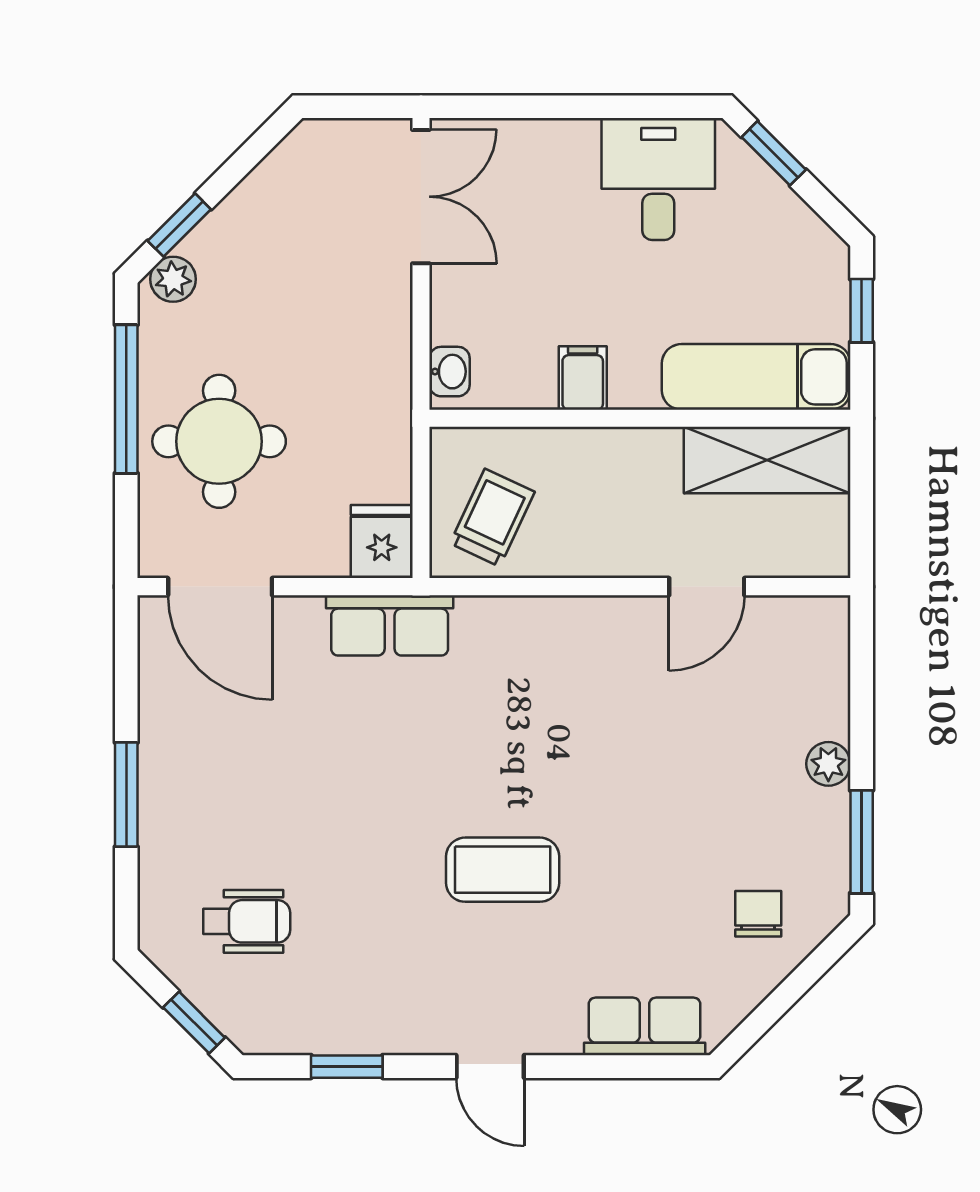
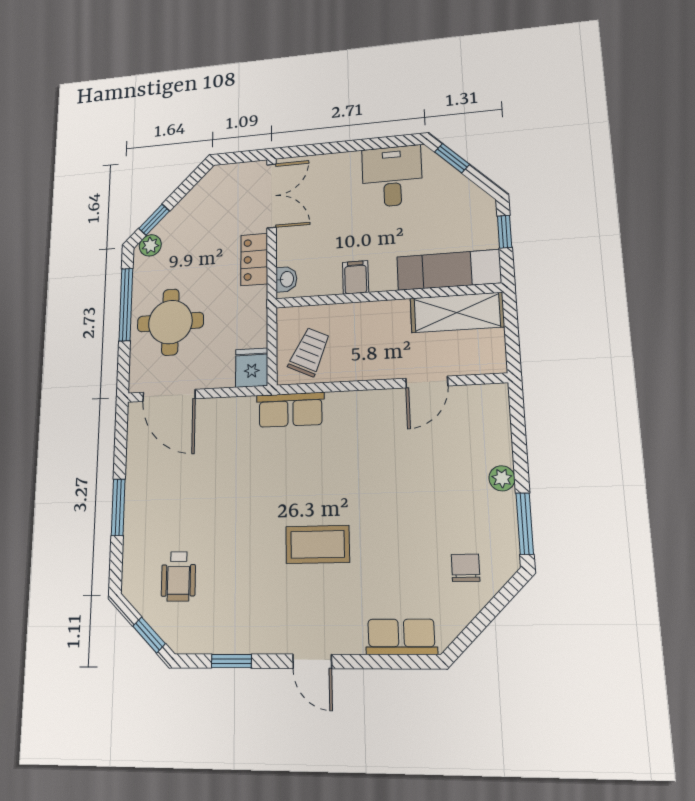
locker: (386, 326) -> (254, 259), added
row of seats: (390, 625) -> (290, 410), moved
wheelchair: (247, 921) -> (178, 576), turned 90

